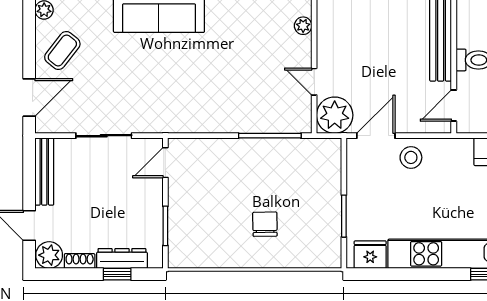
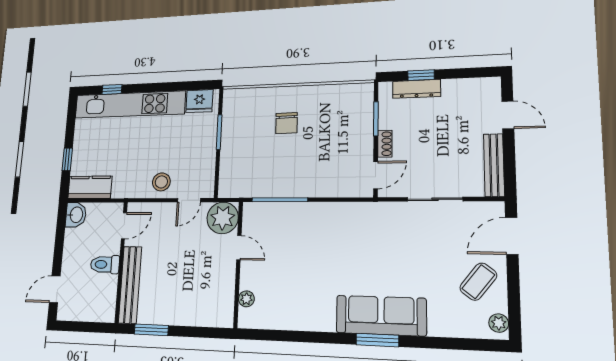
door: (376, 136) -> (189, 200), width x0.73
plant: (49, 255) -> (487, 89), removed
shoe rack: (80, 261) -> (385, 144), moved, turned -90

